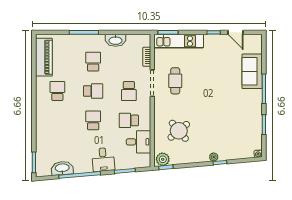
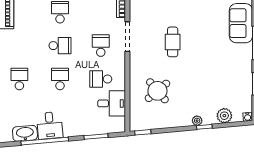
cafe table: (175, 81) -> (173, 42), moved
school desk: (57, 91) -> (19, 79), moved
school desk: (129, 91) -> (101, 46), turned 180
plant: (163, 159) -> (224, 116), moved
desk: (103, 160) -> (50, 125), moved

